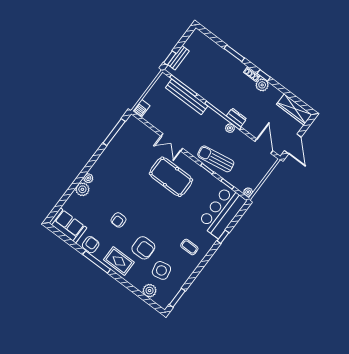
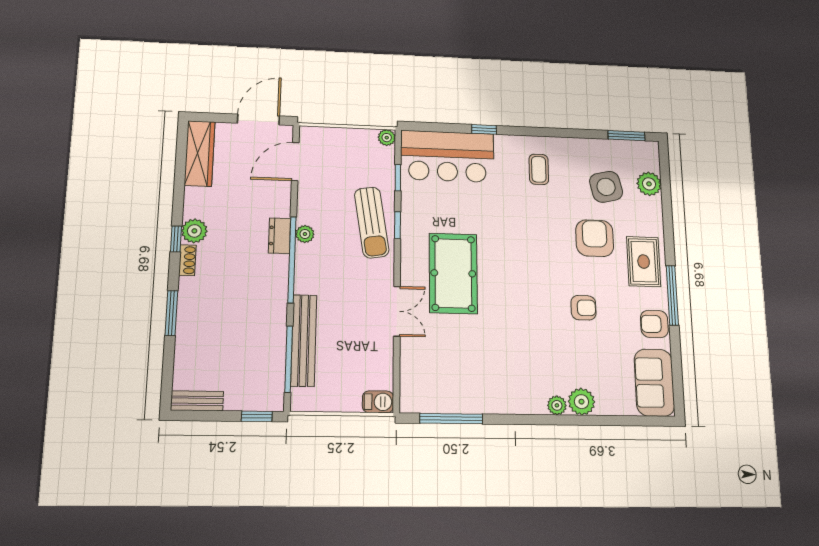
bench: (178, 58) -> (197, 401), moved

